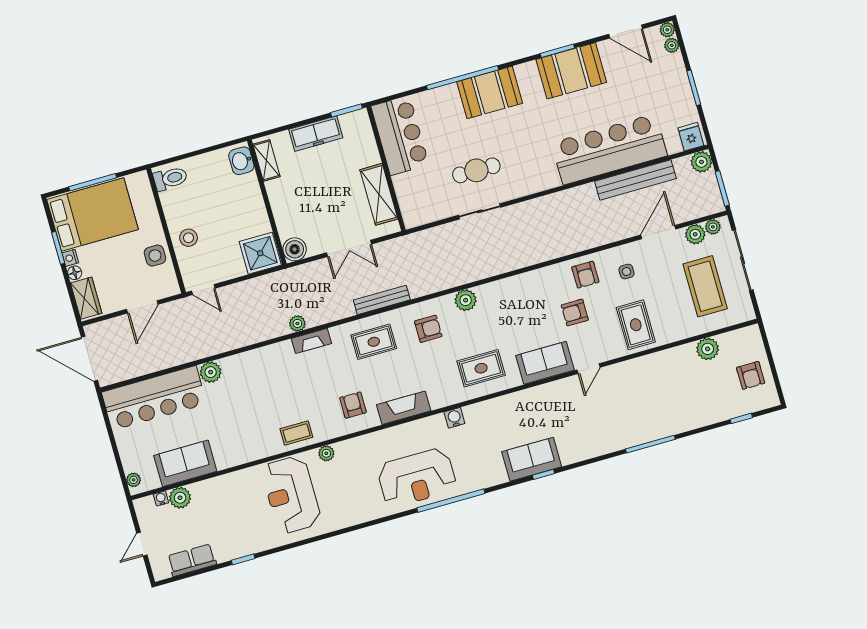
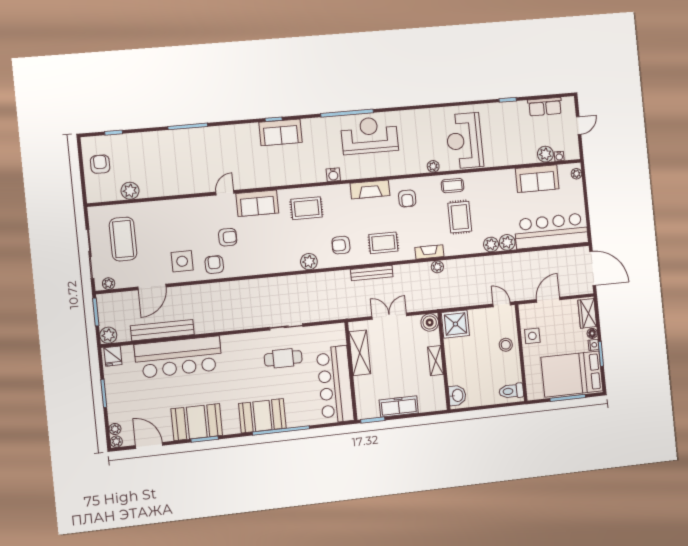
bar counter: (400, 135) -> (335, 384), width x1.36
shelving: (266, 160) -> (436, 361), moved
plant: (695, 234) -> (491, 244), moved
side table: (627, 272) -> (182, 261), width x1.87, depth x1.87
rug: (636, 325) -> (460, 217), moved
reception desk: (291, 495) -> (464, 141), turned 180

